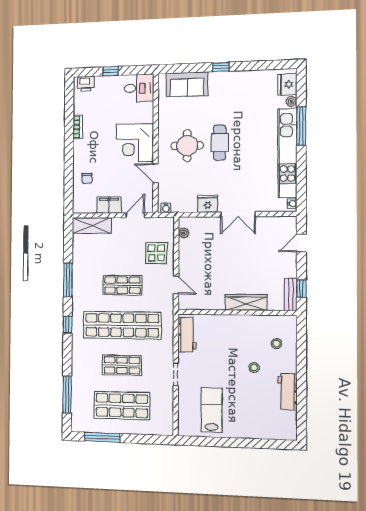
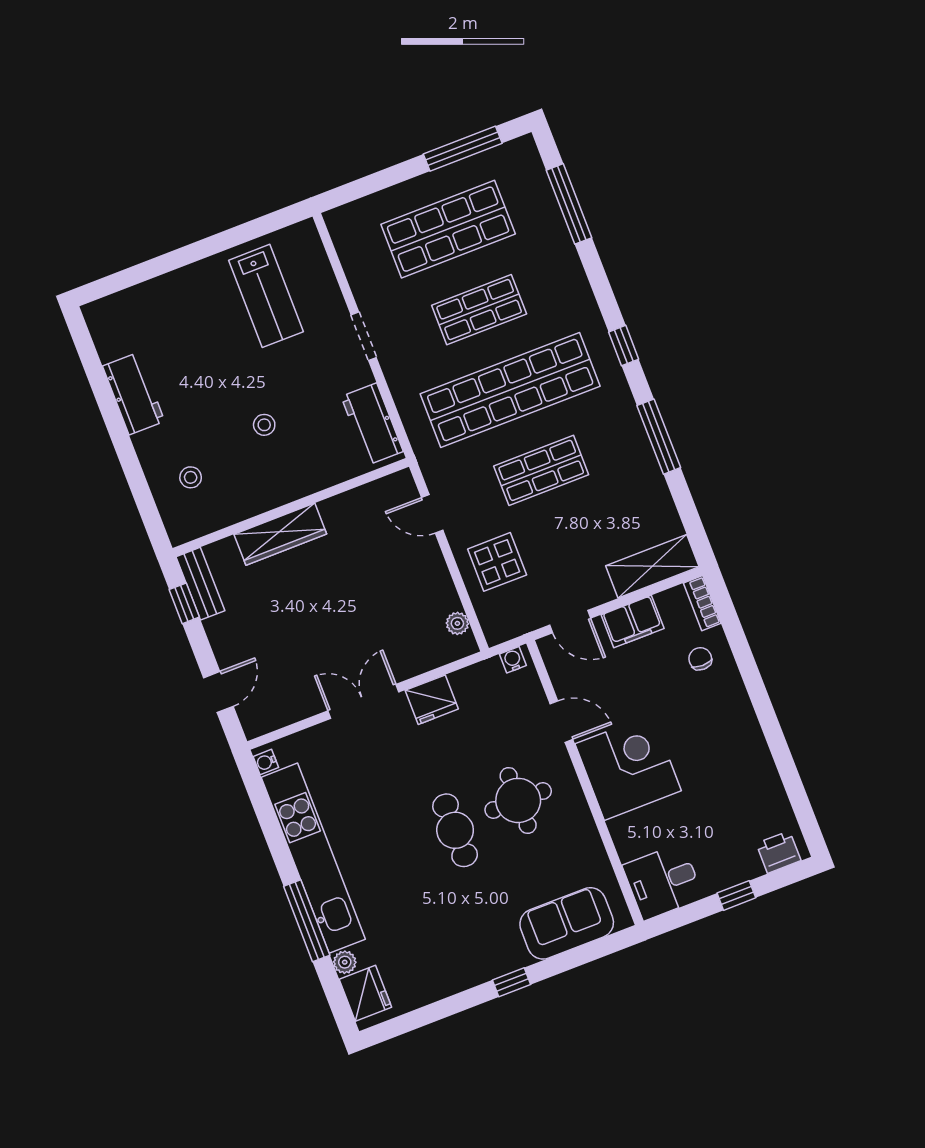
bookcase: (78, 127) -> (702, 603), moved
door: (135, 215) -> (570, 622), hinge flipped
stool: (254, 368) -> (264, 425), moved

